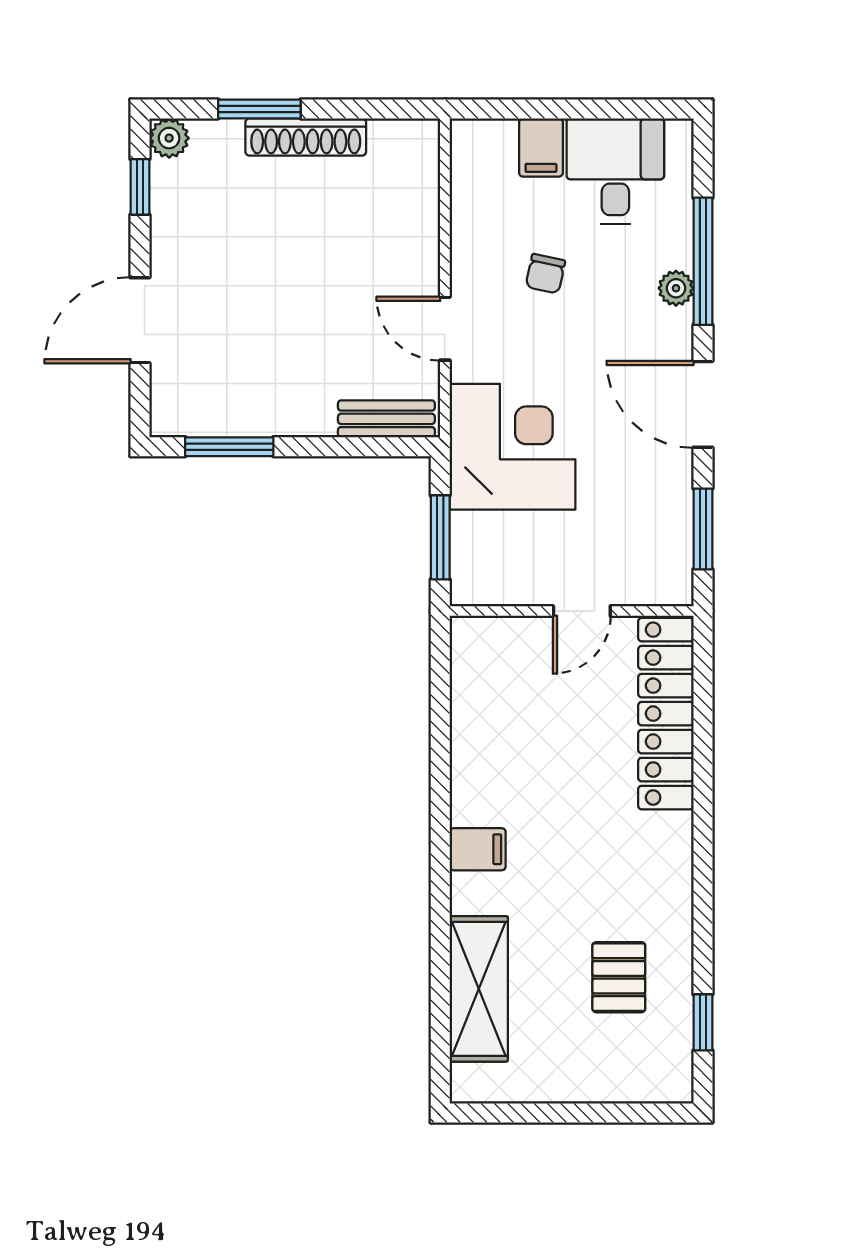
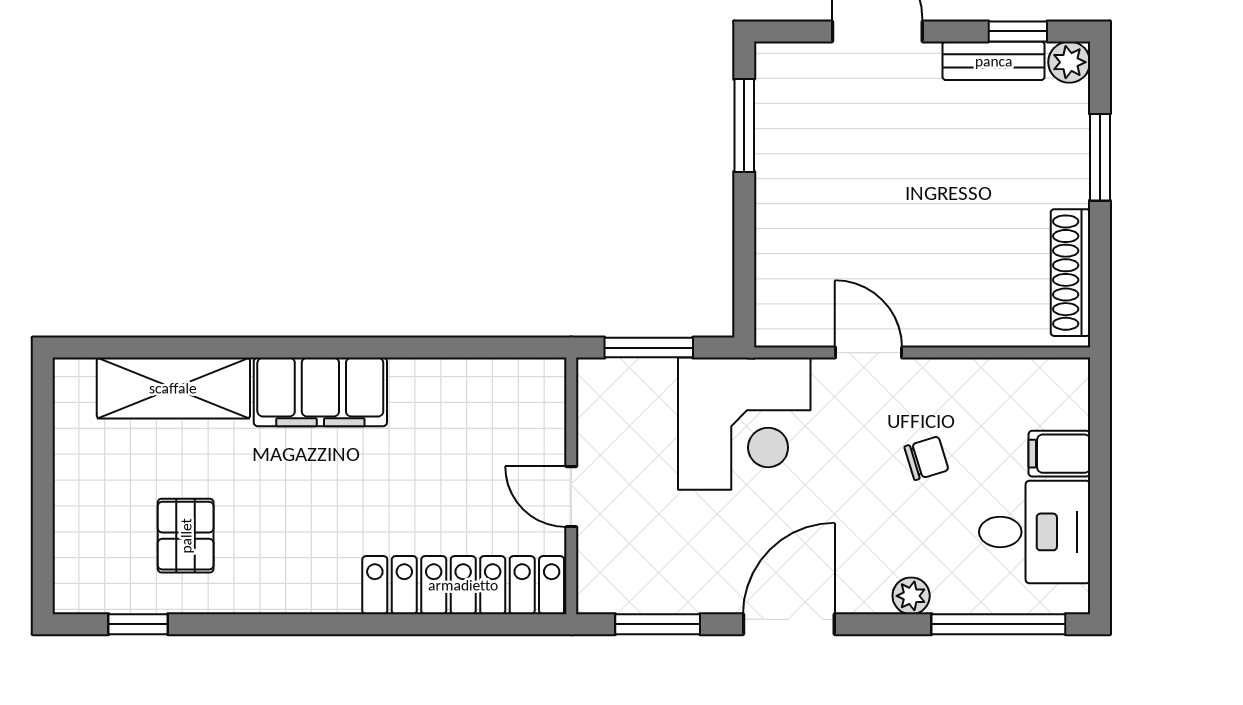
shoe rack: (306, 137) -> (1070, 273), moved
window: (703, 261) -> (998, 624), moved
chair: (545, 274) -> (926, 458), turned 151
door: (445, 329) -> (869, 353), hinge flipped
bench: (386, 419) -> (994, 61), moved, turned 90
filing cabinet: (478, 849) -> (320, 392), width x3.00, depth x1.17
pallet: (619, 977) -> (186, 536), turned 90

